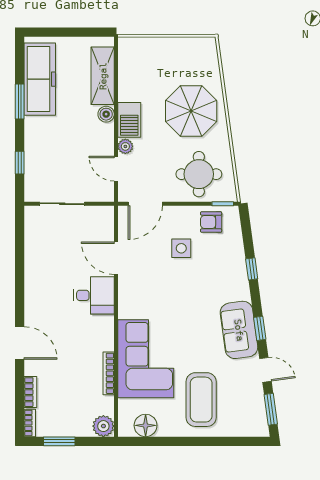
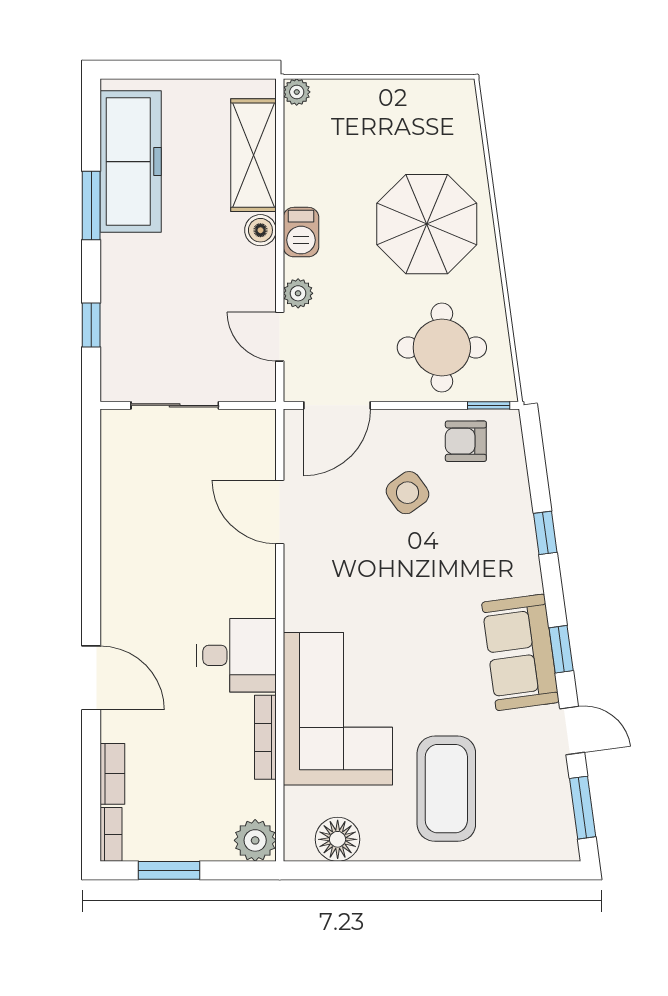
plant: (125, 44) -> (297, 92), added
barbecue: (129, 120) -> (301, 232), width x0.73, depth x0.79
side table: (181, 248) -> (407, 493), turned -36
desk: (94, 295) -> (236, 655), moved

